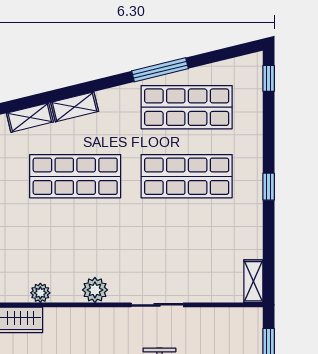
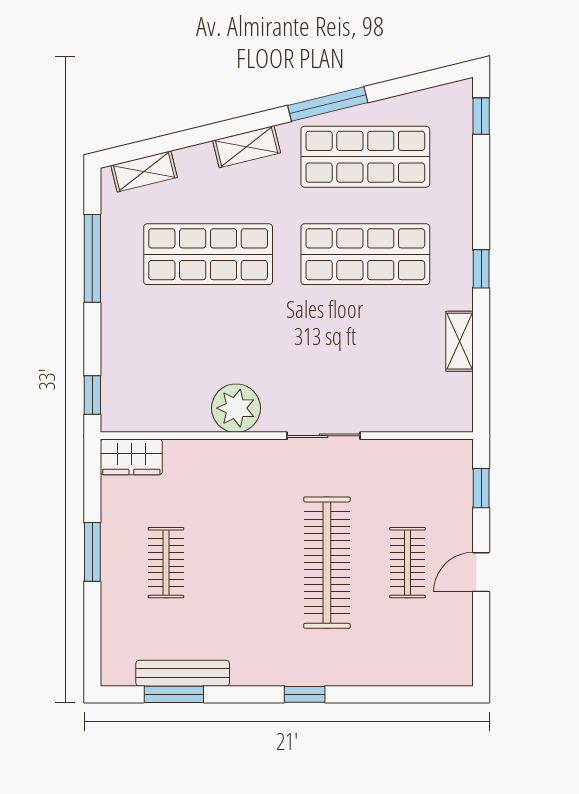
shelving: (75, 107) -> (247, 147), moved
shelving: (253, 281) -> (459, 341), moved
plant: (95, 290) -> (236, 408), width x1.36, depth x1.36
plant: (40, 293) -> (159, 419), removed

